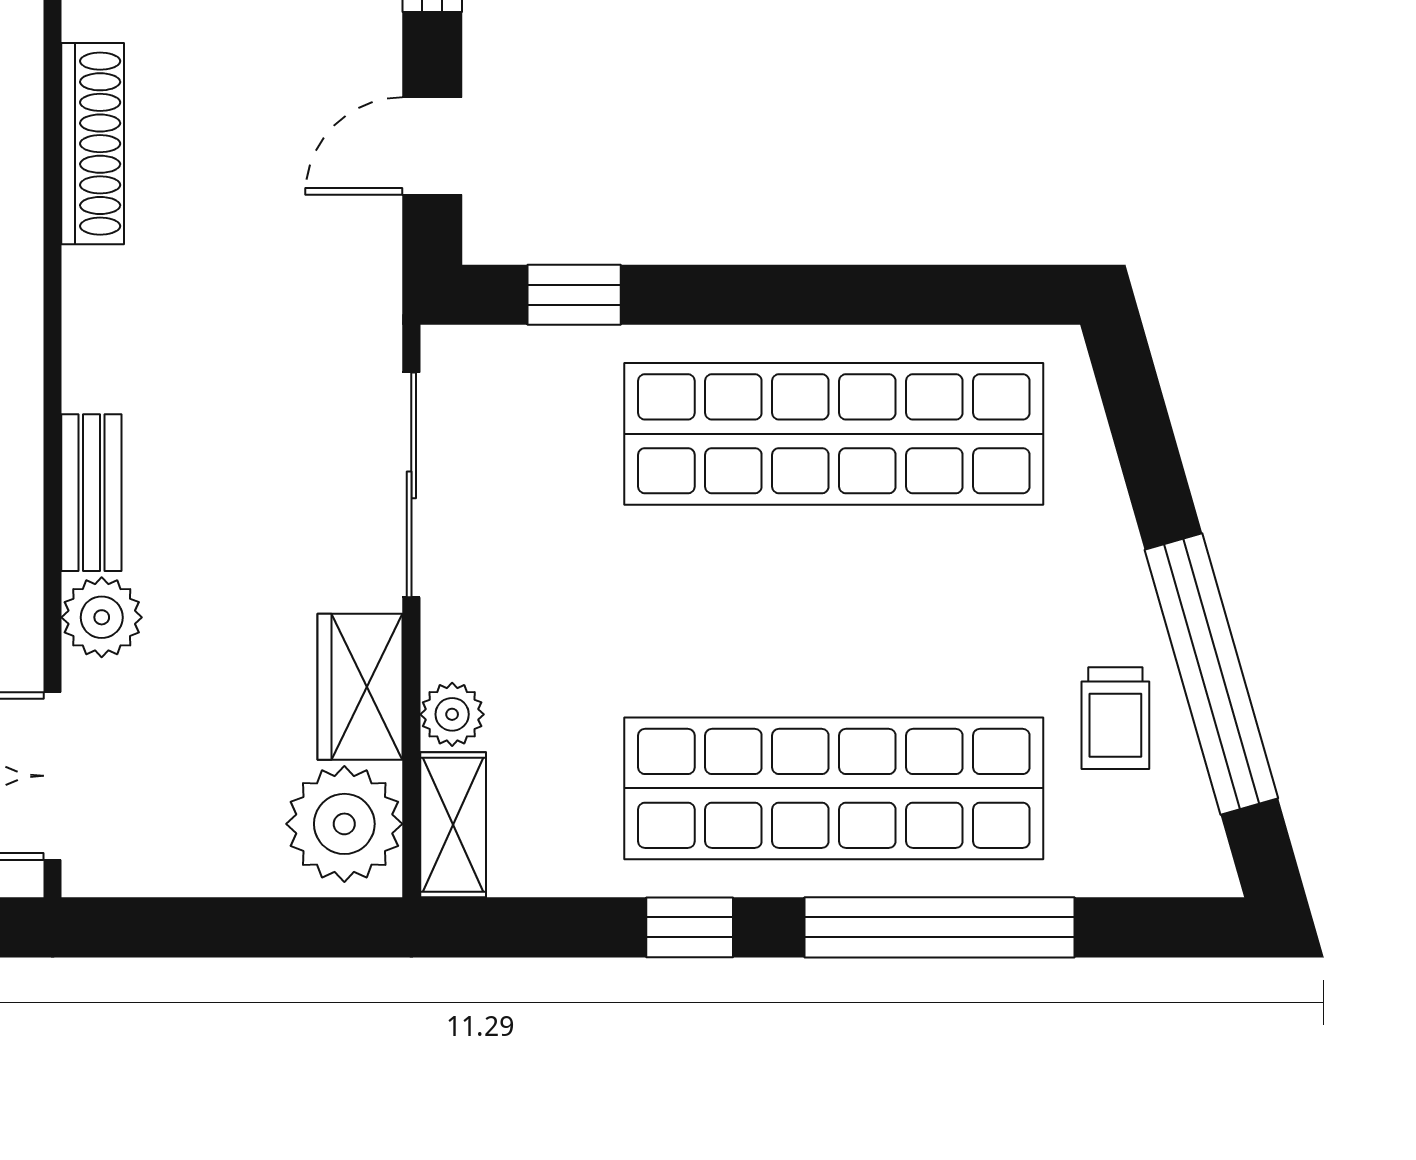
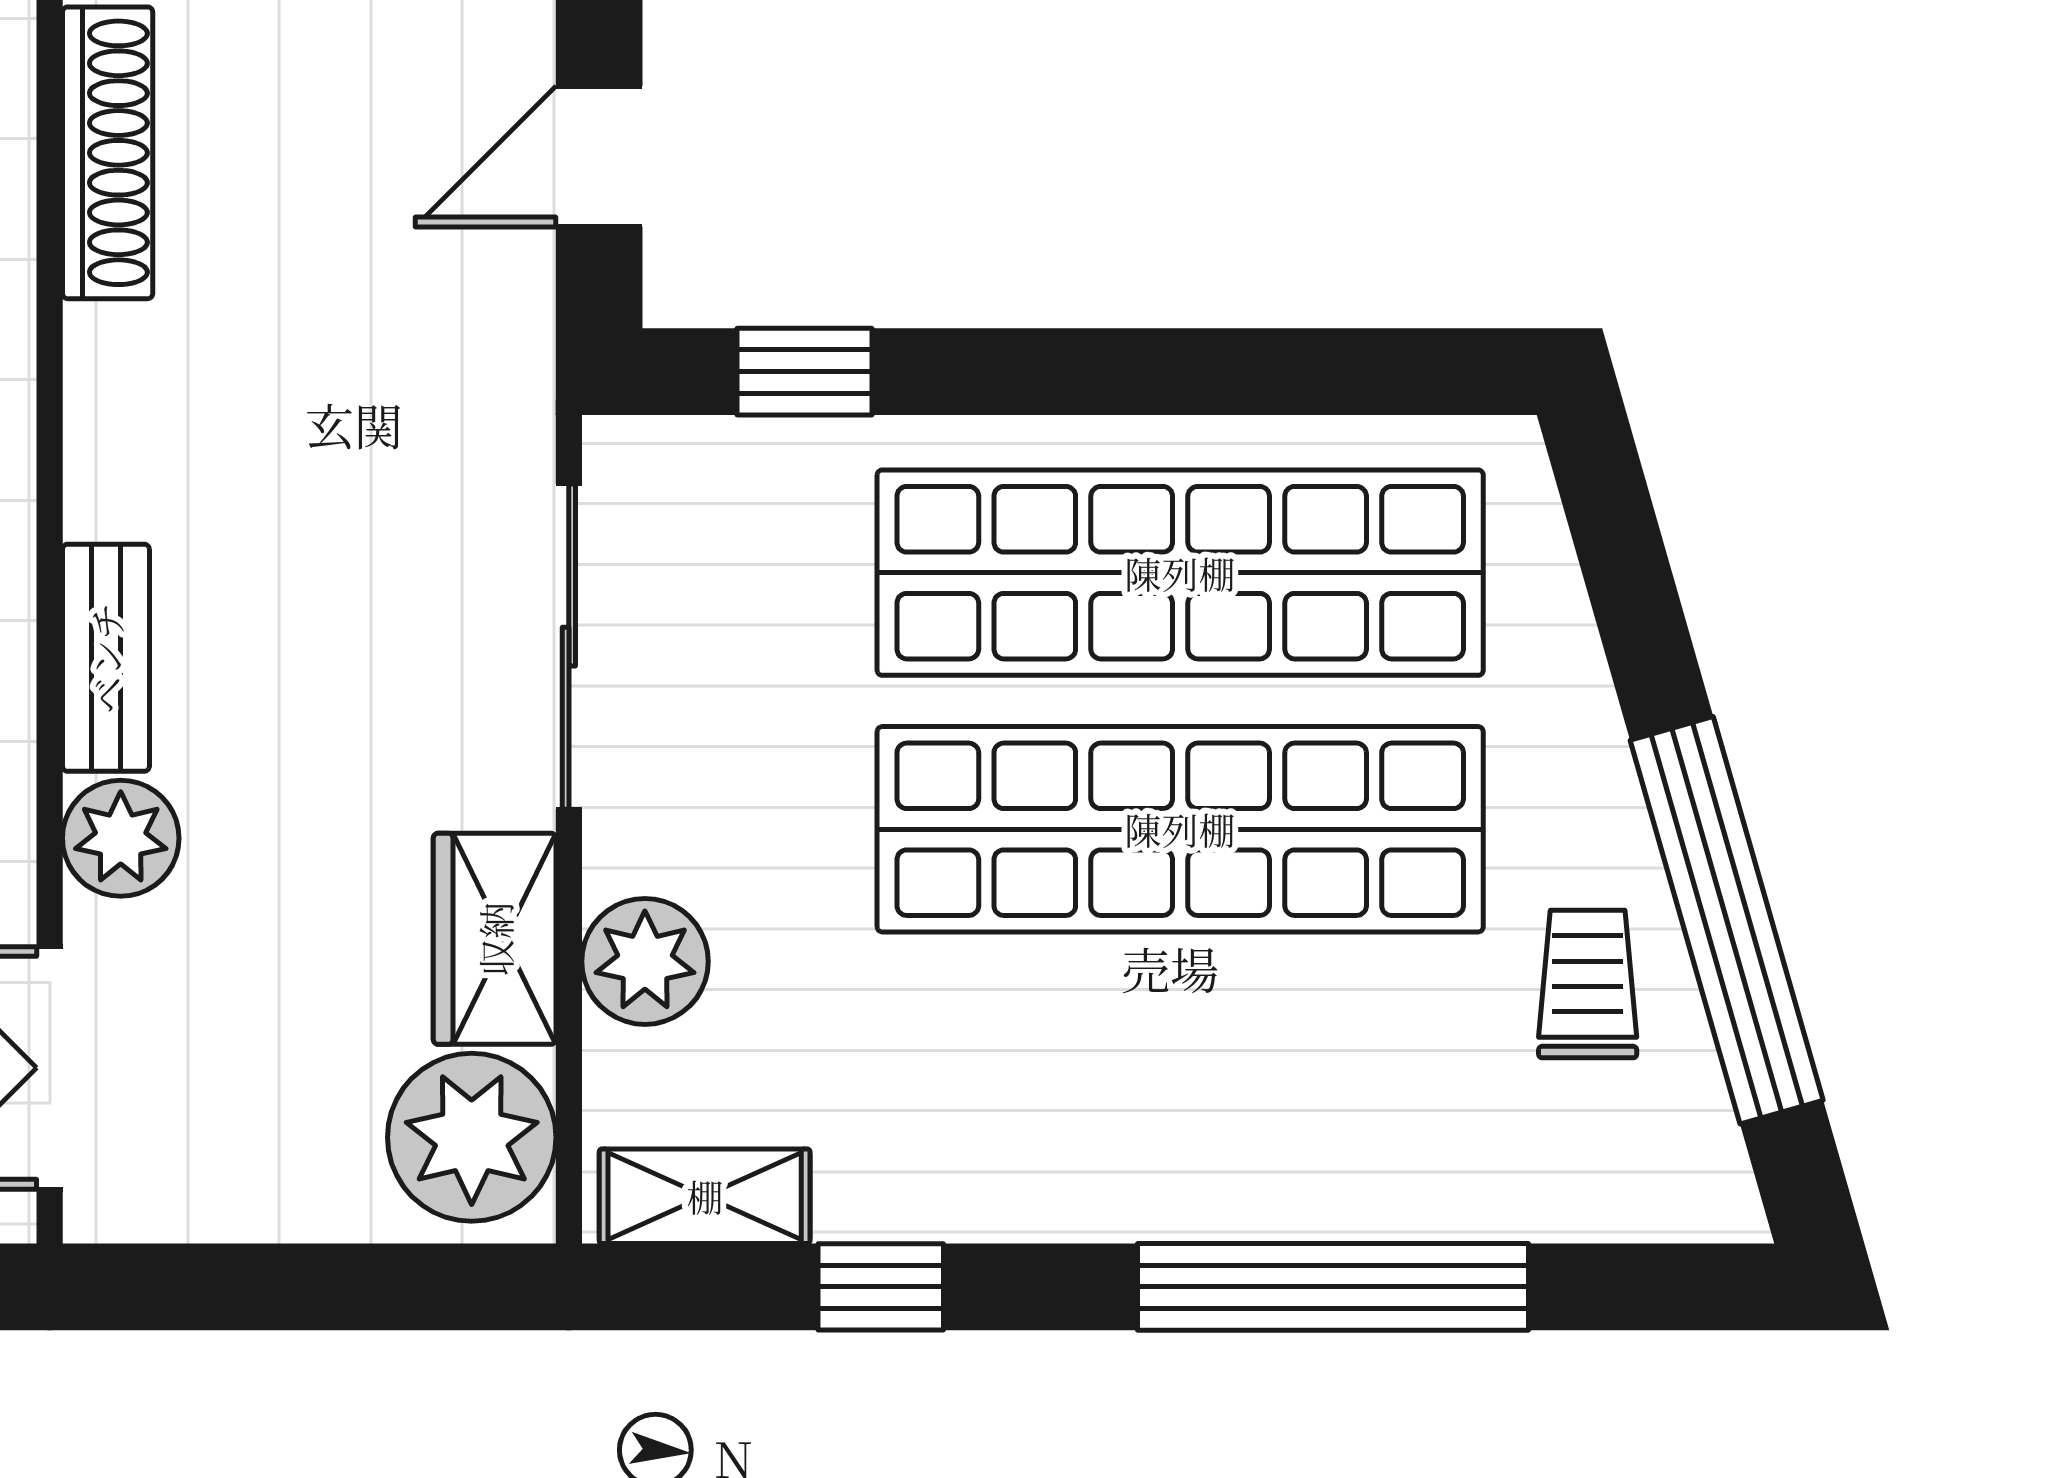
plant: (452, 714) -> (645, 961), width x1.38, depth x1.38
trolley: (1115, 718) -> (1588, 984), turned 180
shop shelf: (834, 788) -> (1180, 829), moved
shelving: (453, 825) -> (705, 1196), moved, turned 90
window: (690, 927) -> (881, 1287), moved

